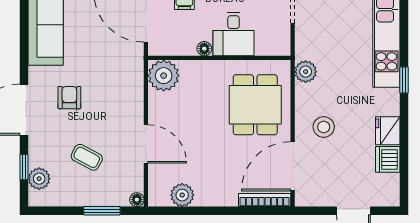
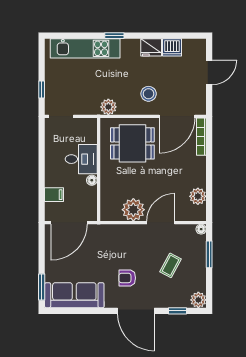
plant: (164, 76) -> (133, 210), moved
door: (293, 166) -> (177, 116), hinge flipped
plant: (39, 179) -> (198, 300), moved

